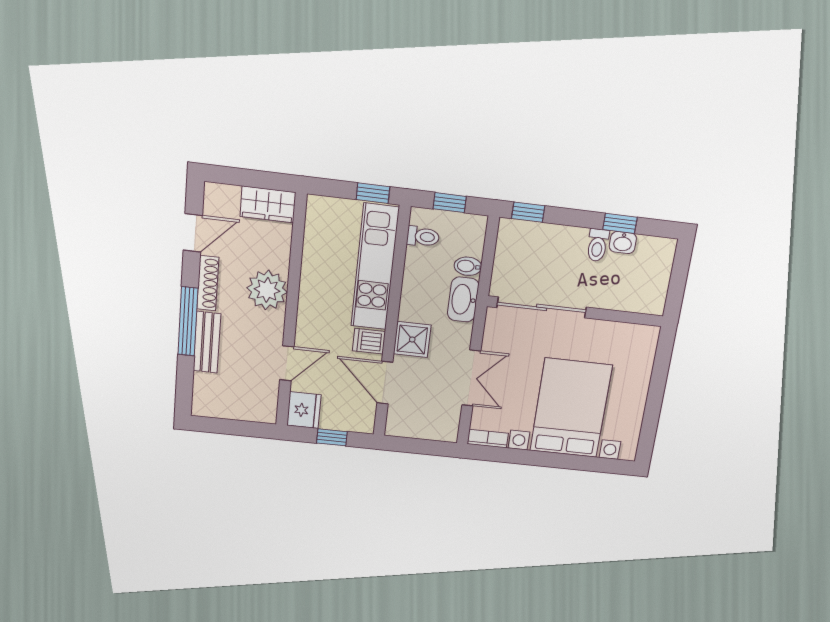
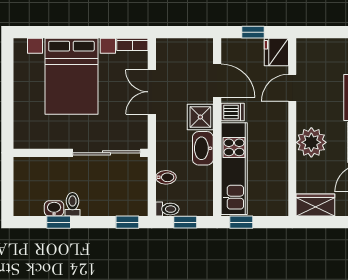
toilet: (423, 237) -> (167, 209), moved, turned 180
washbasin: (463, 300) -> (203, 148), moved, turned 180

